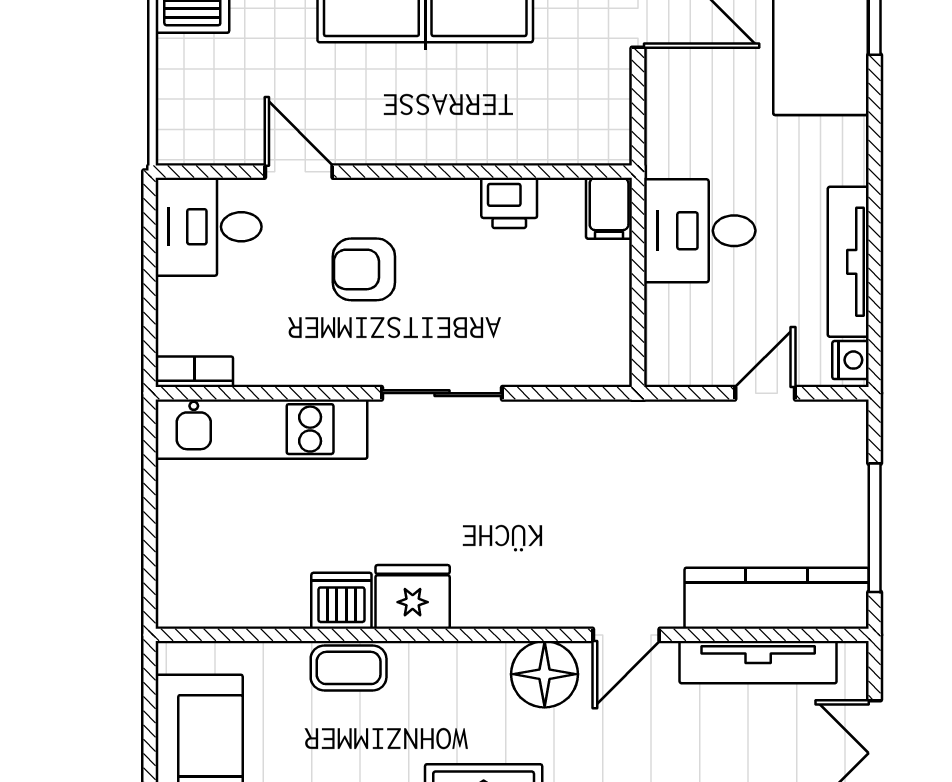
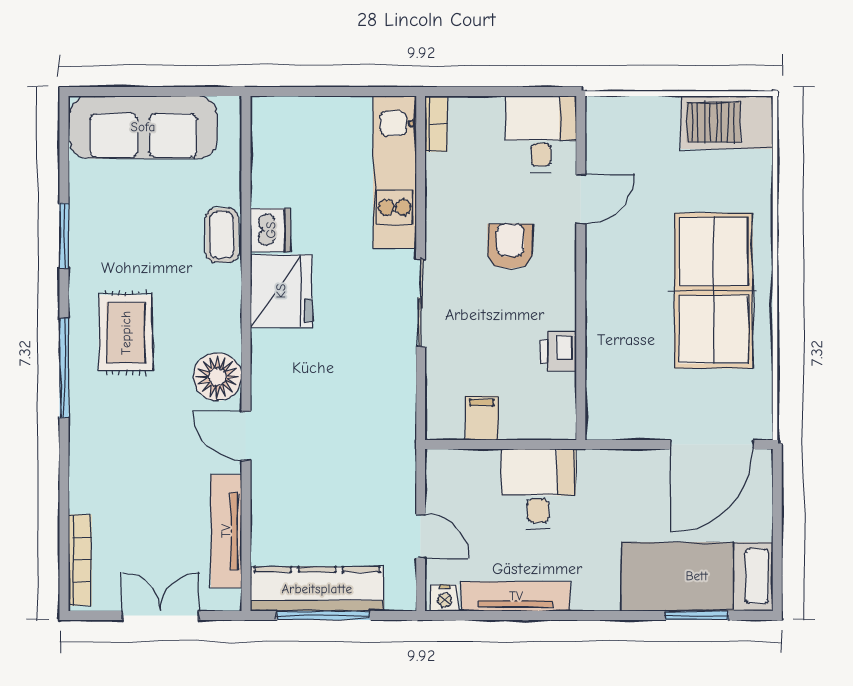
filing cabinet: (609, 208) -> (482, 418), moved, turned 90
fridge: (413, 597) -> (281, 291), width x1.36, depth x1.34
kitchen counter: (777, 598) -> (317, 589), moved, turned -90

